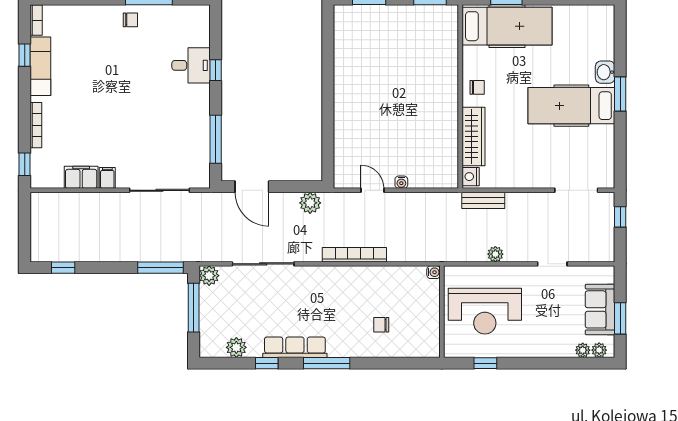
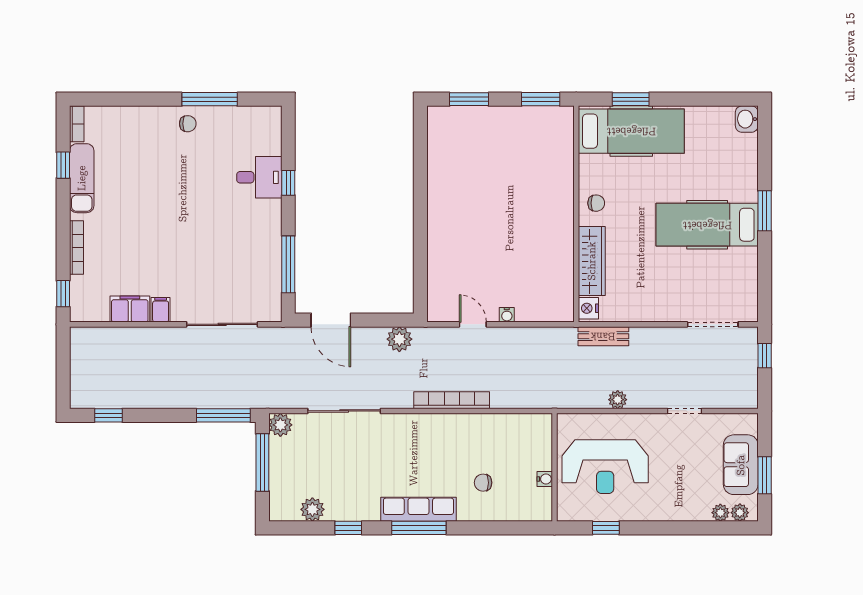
washbasin: (605, 72) -> (747, 119), moved
water cooler: (433, 272) -> (545, 479), moved
row of seats: (295, 347) -> (418, 509), moved

